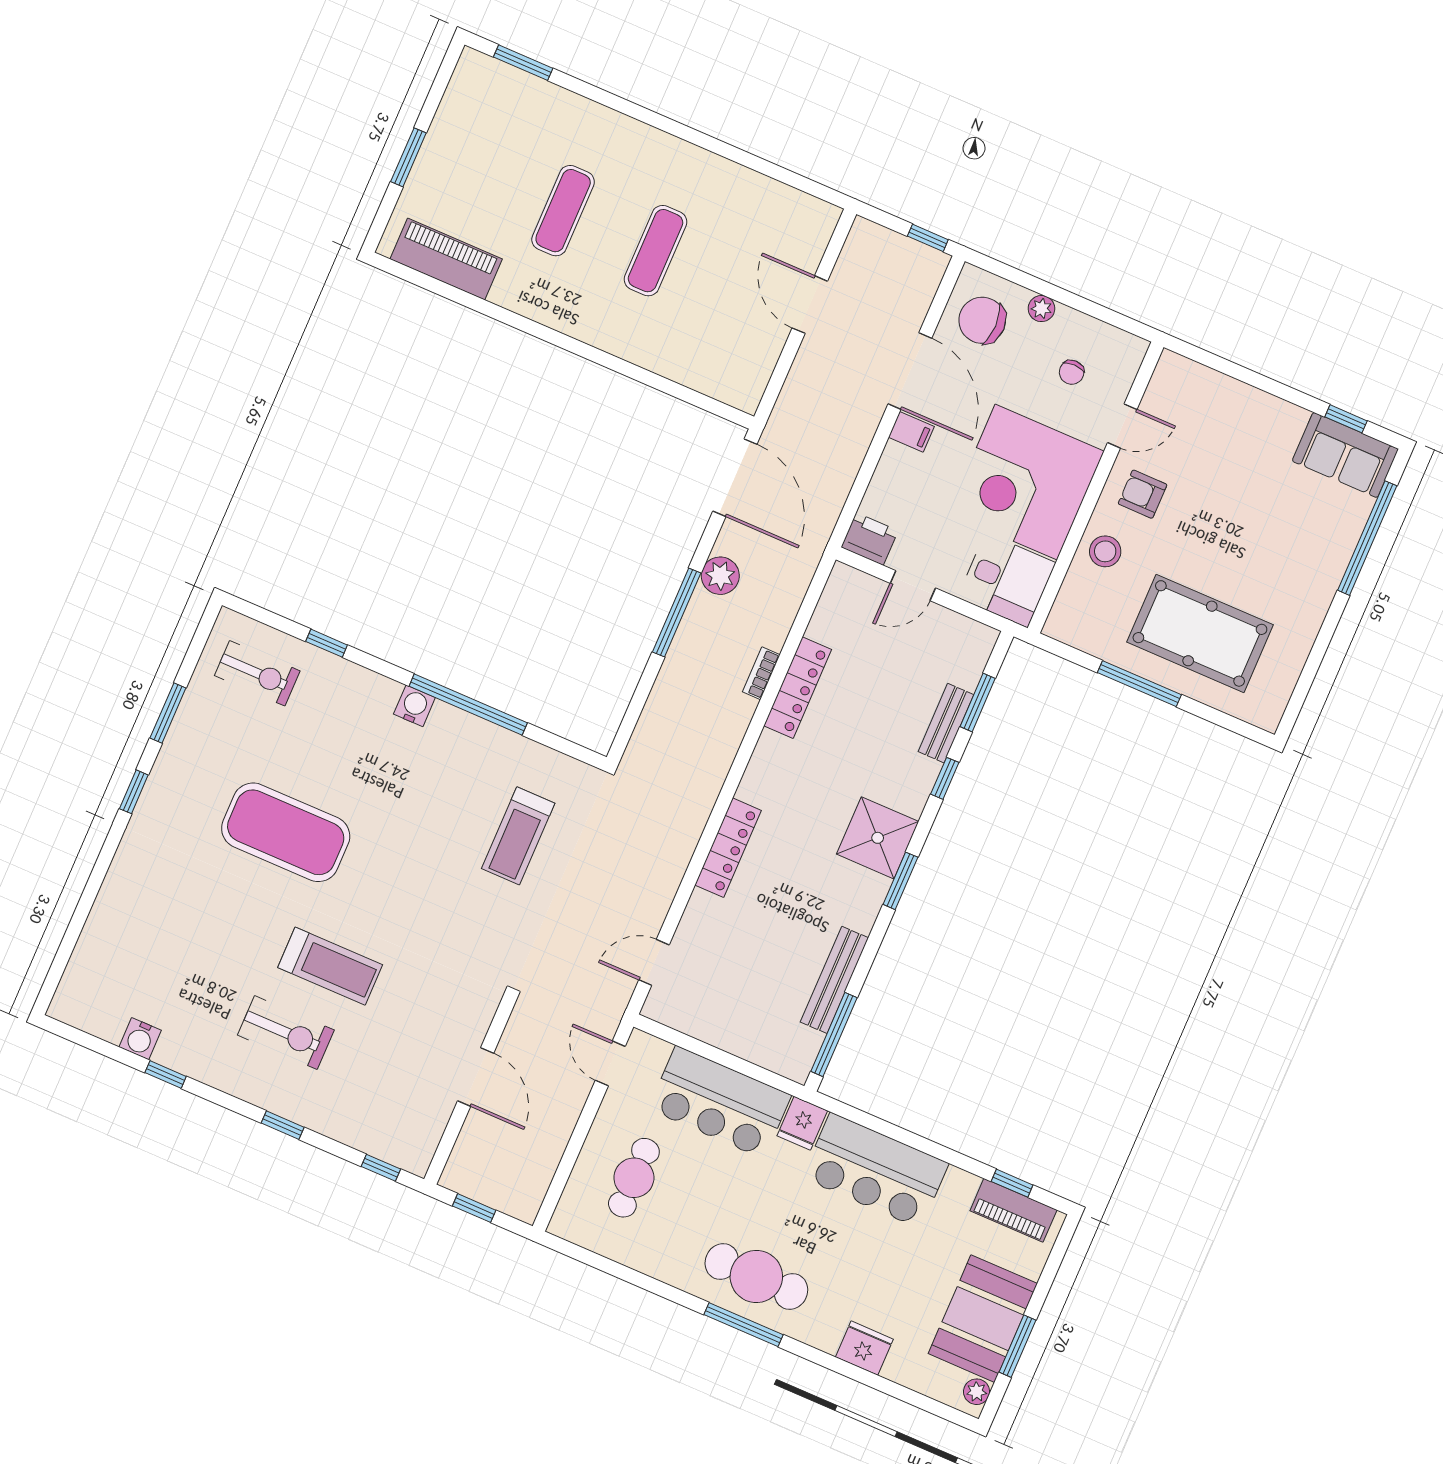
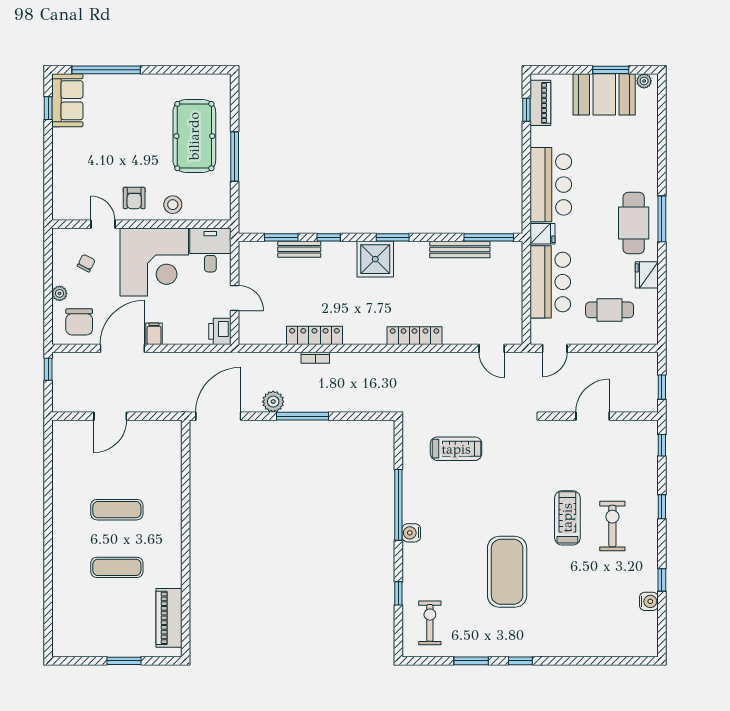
window: (523, 63) -> (48, 622), removed
chair: (1072, 372) -> (86, 263), turned -63
fridge: (864, 1348) -> (647, 275), moved

